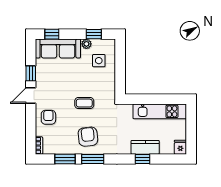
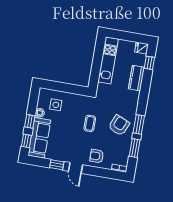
window: (94, 34) -> (30, 121), moved
armchair: (88, 137) -> (119, 125), turned 119
window: (142, 159) -> (149, 63), moved

